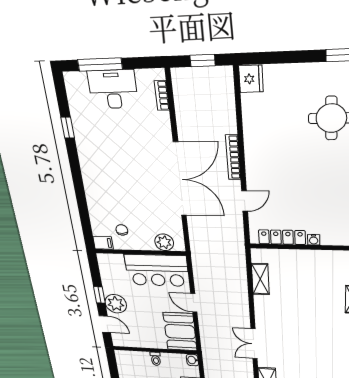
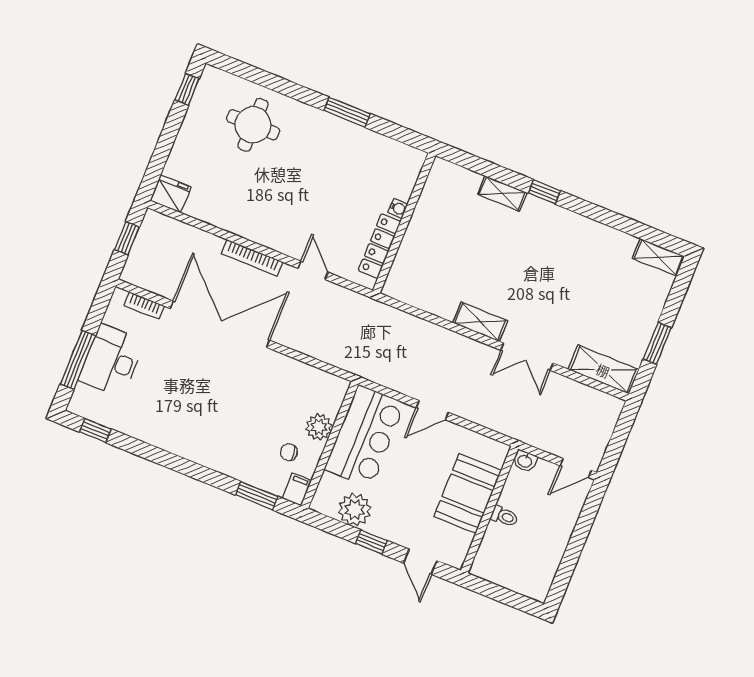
window: (68, 128) -> (95, 431), moved
double door: (180, 179) -> (220, 324), moved
window: (85, 221) -> (257, 496), added
plant: (164, 242) -> (319, 427), moved
shelving: (260, 279) -> (480, 322), moved
plant: (116, 304) -> (355, 510), moved
door: (105, 324) -> (420, 562), swing flipped
booth: (180, 332) -> (468, 493), moved, turned 90

